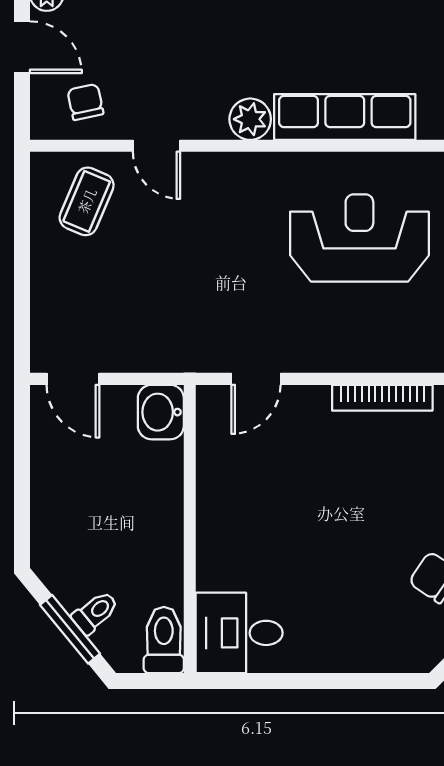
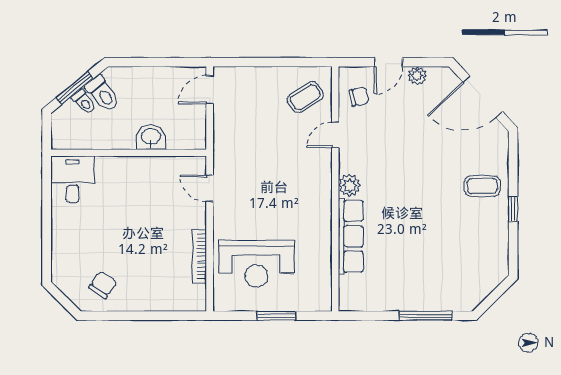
coffee table: (87, 201) -> (305, 97), turned -55
reception desk: (359, 238) -> (256, 264), moved, turned 90
washbasin: (161, 412) -> (151, 137), moved
toilet: (164, 640) -> (103, 94), moved, turned 51

